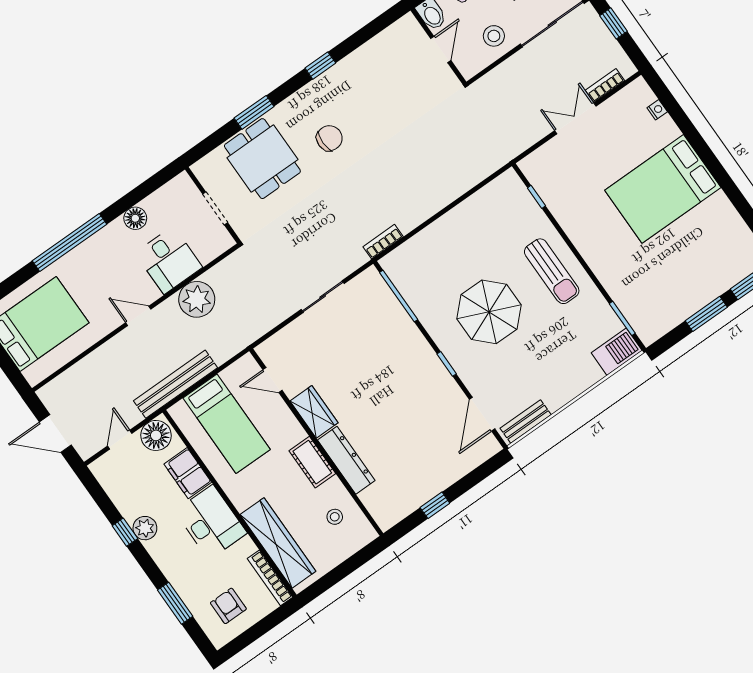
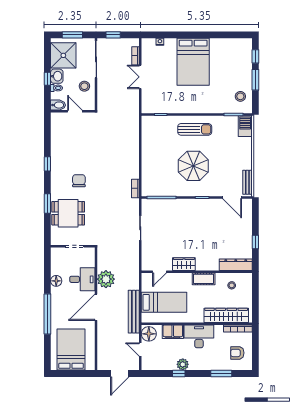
stool: (661, 309) -> (240, 96), added
door: (138, 316) -> (96, 307), width x1.88
dresser: (346, 460) -> (236, 265), moved

